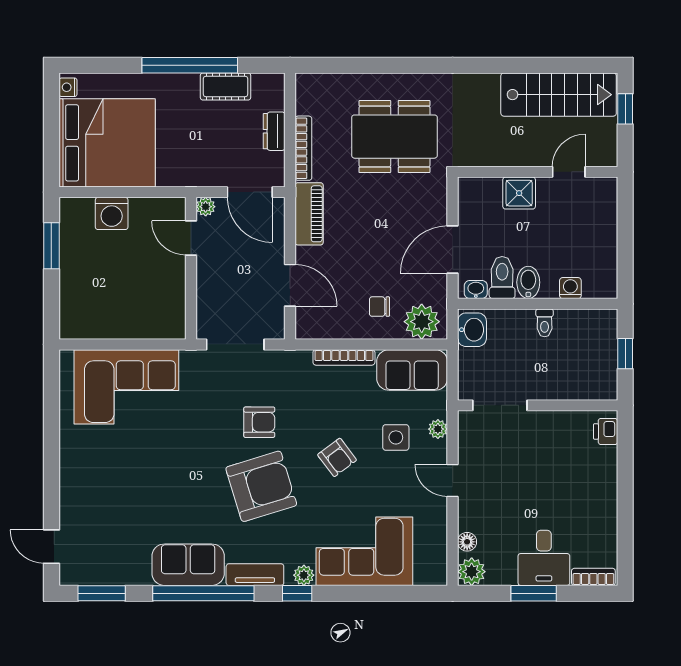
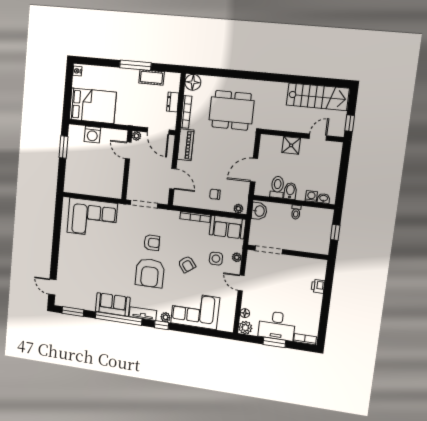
window: (190, 65) -> (135, 65), width x0.68
floor lamp: (311, 89) -> (193, 82), added
window: (625, 109) -> (350, 123), moved
bed: (107, 143) -> (93, 106), width x0.73
washbasin: (476, 290) -> (324, 198), moved
plant: (422, 322) -> (238, 209), width x0.53, depth x0.53
printer: (606, 431) -> (318, 286), moved
armchair: (261, 486) -> (150, 273), turned 107
desk: (544, 558) -> (277, 326), width x1.37

